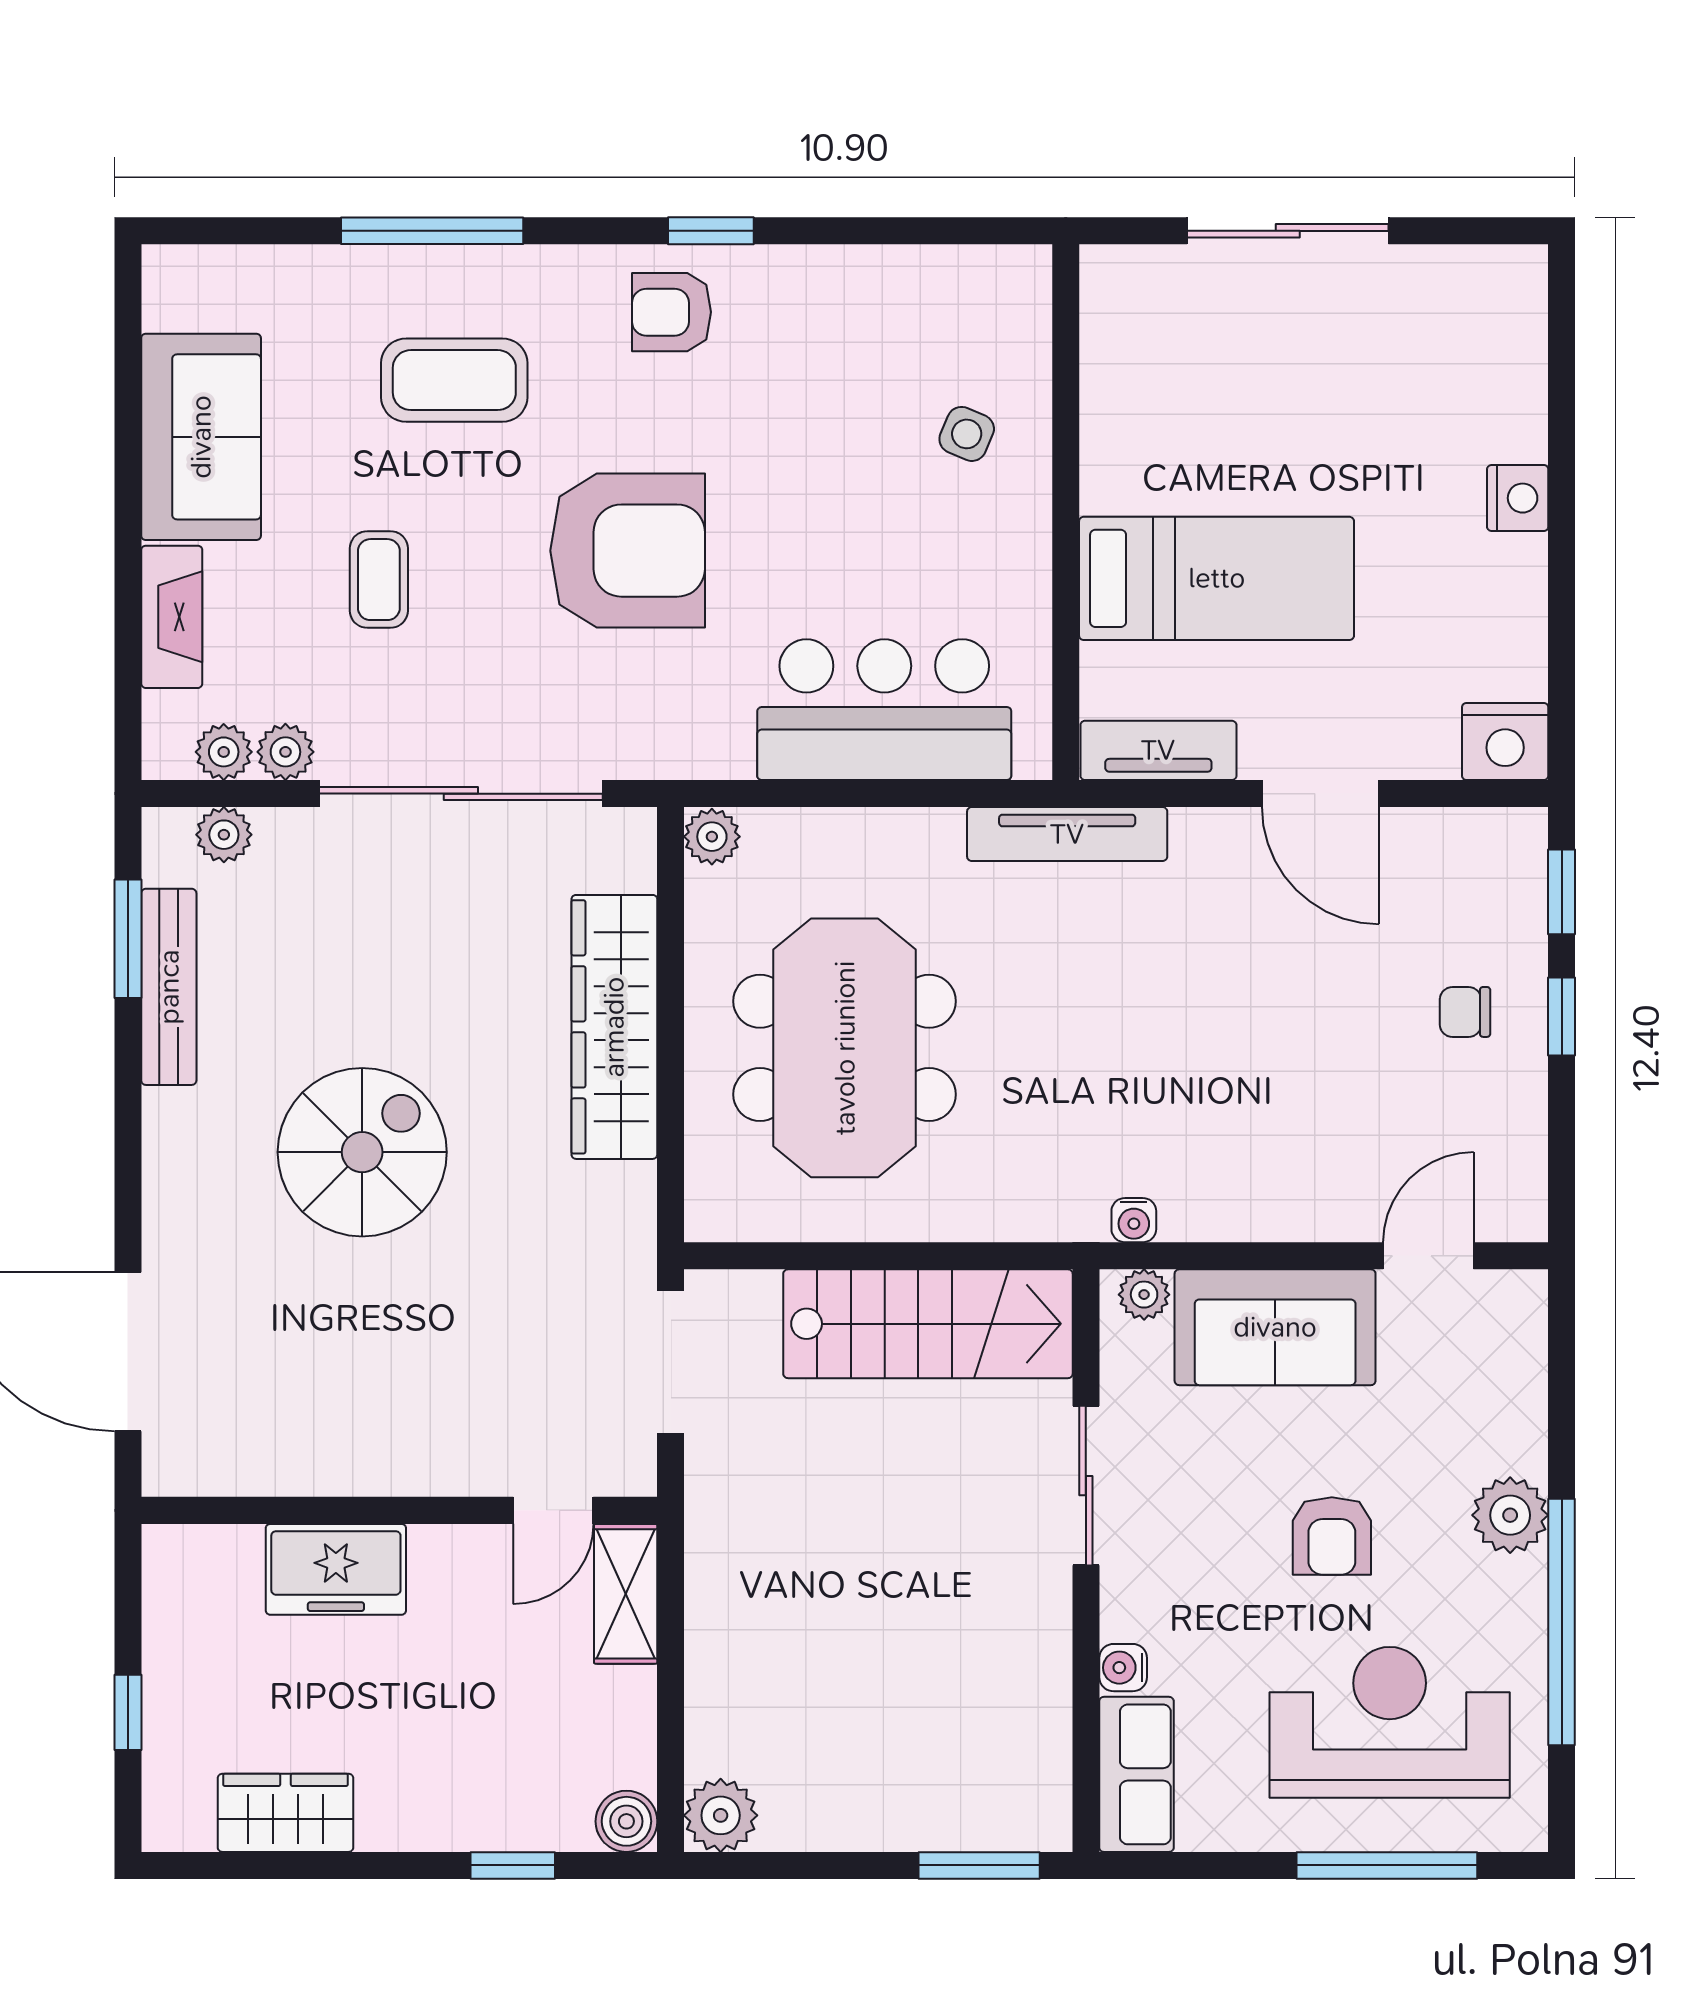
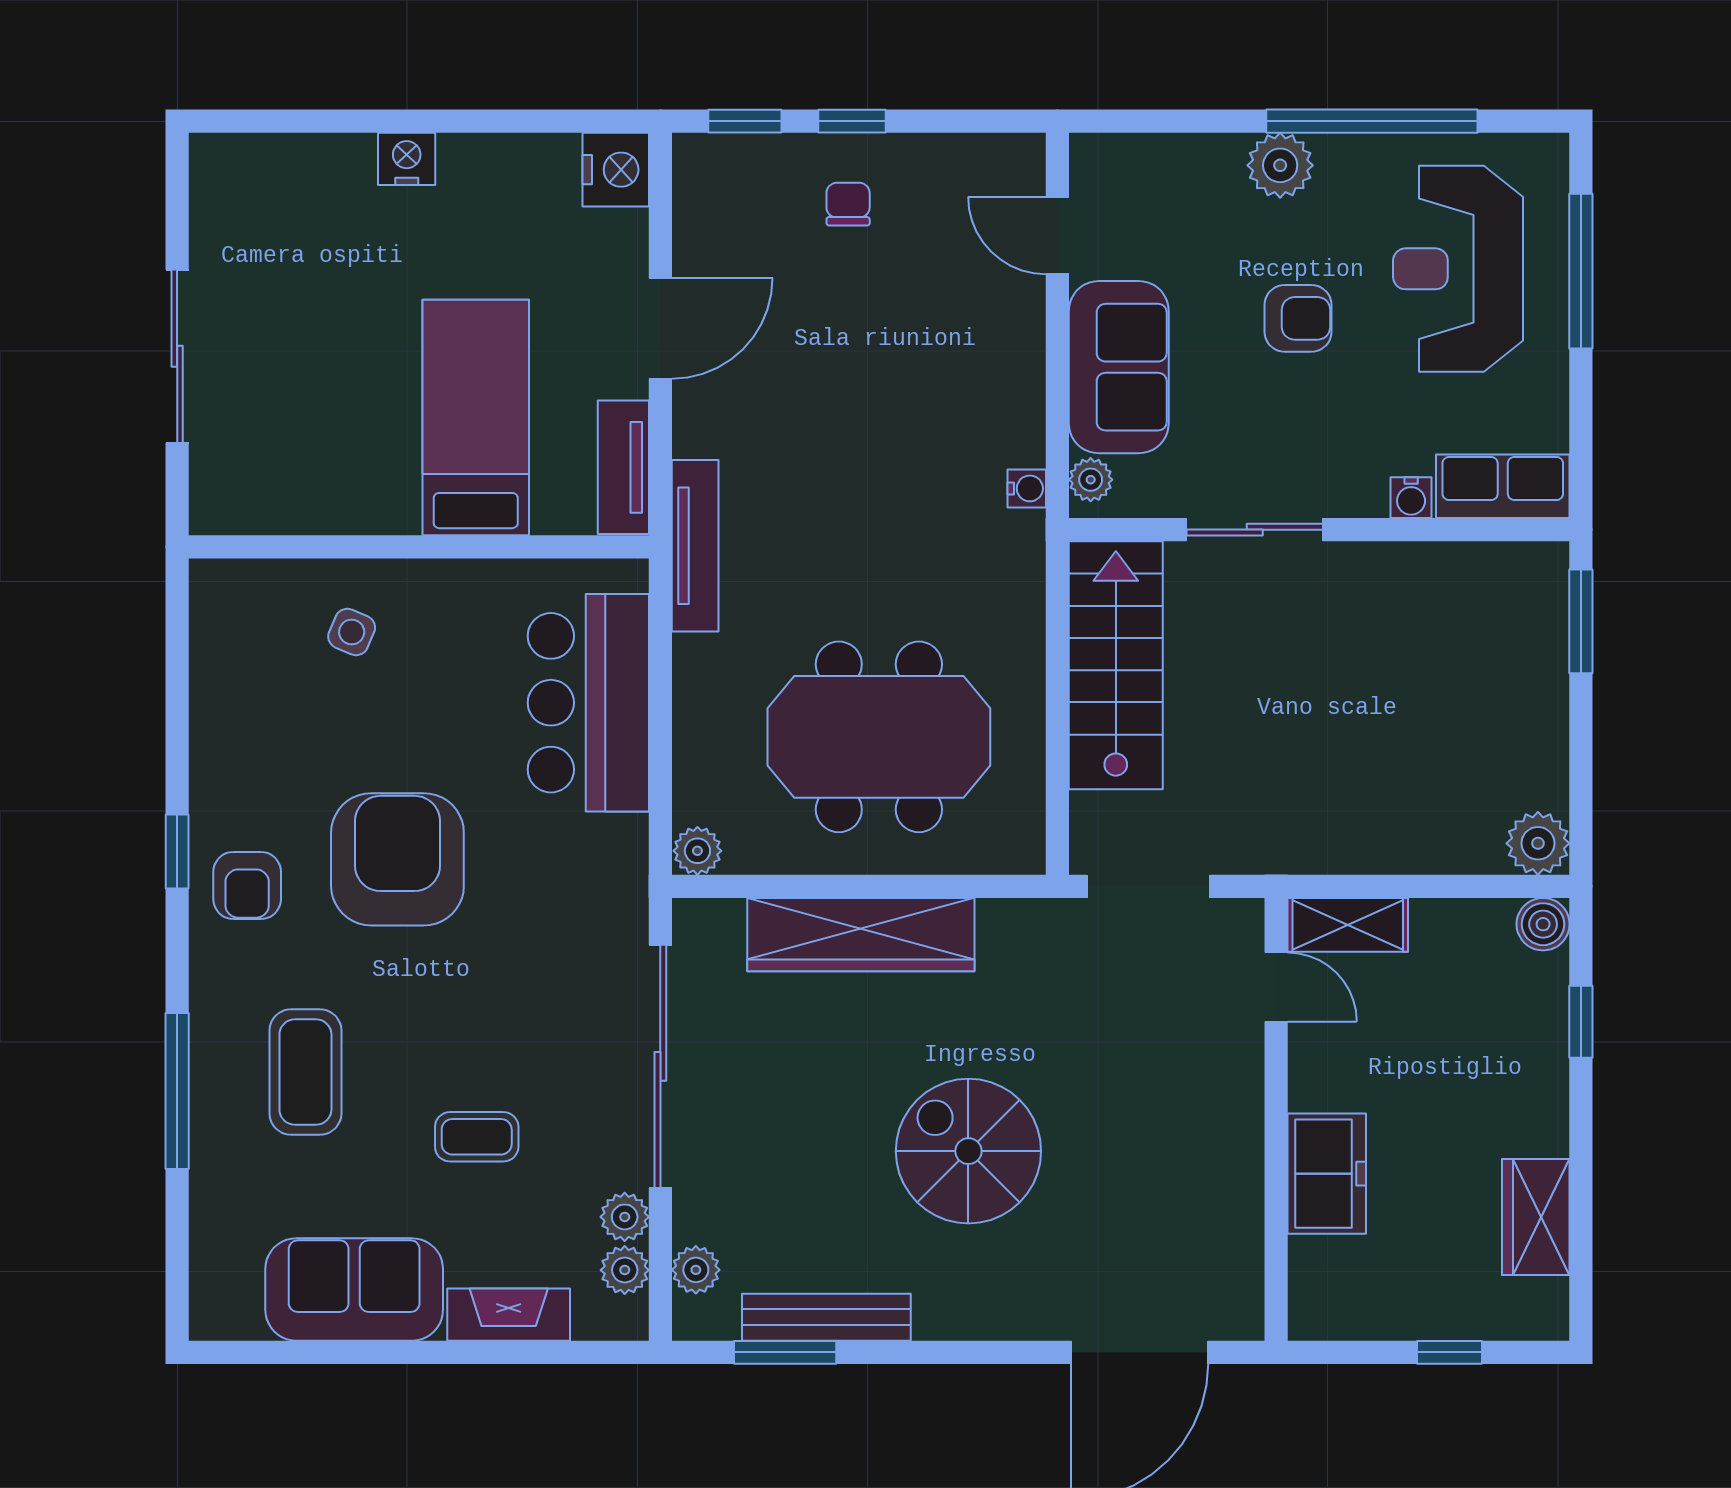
armchair: (628, 551) -> (397, 859), moved
chair: (1465, 1012) -> (848, 204), turned 180

